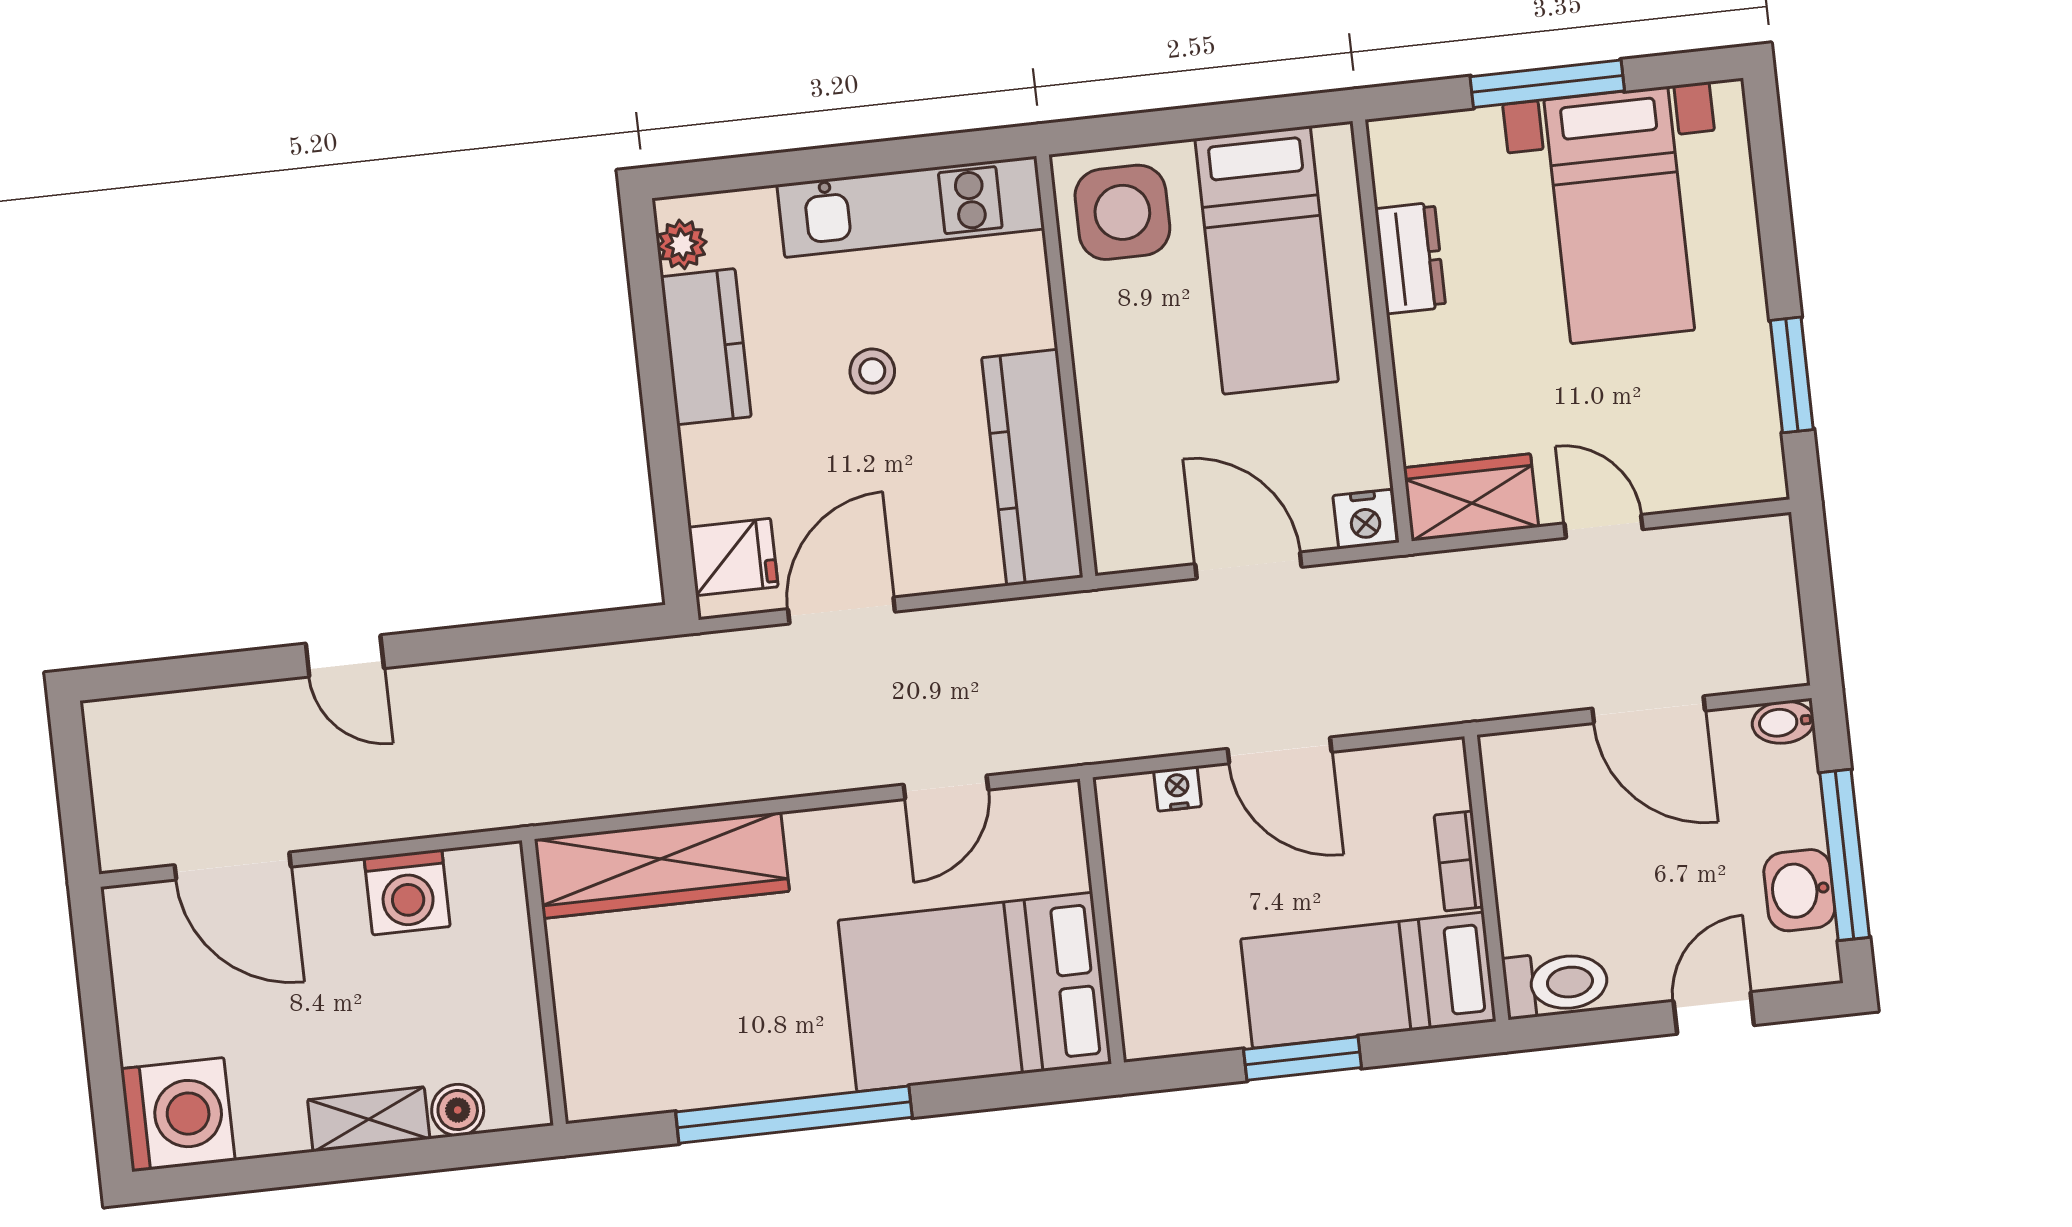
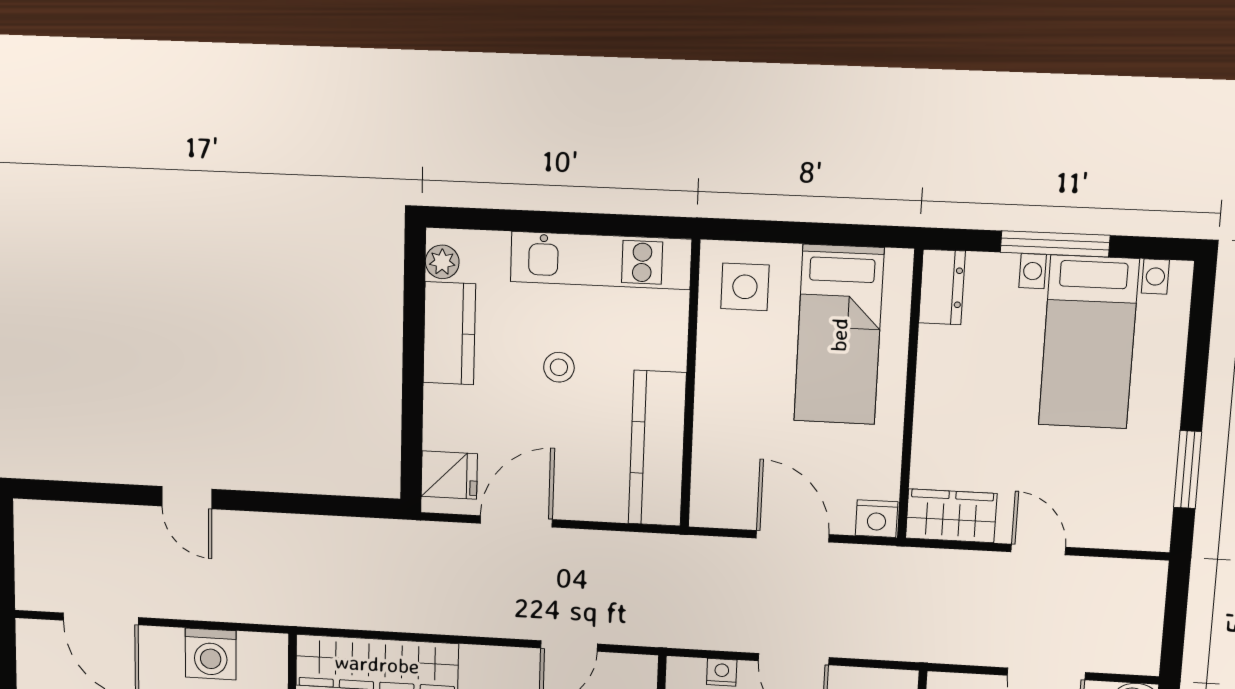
side table: (1122, 212) -> (745, 287), width x0.73, depth x0.73
dresser: (1410, 258) -> (942, 287), moved

